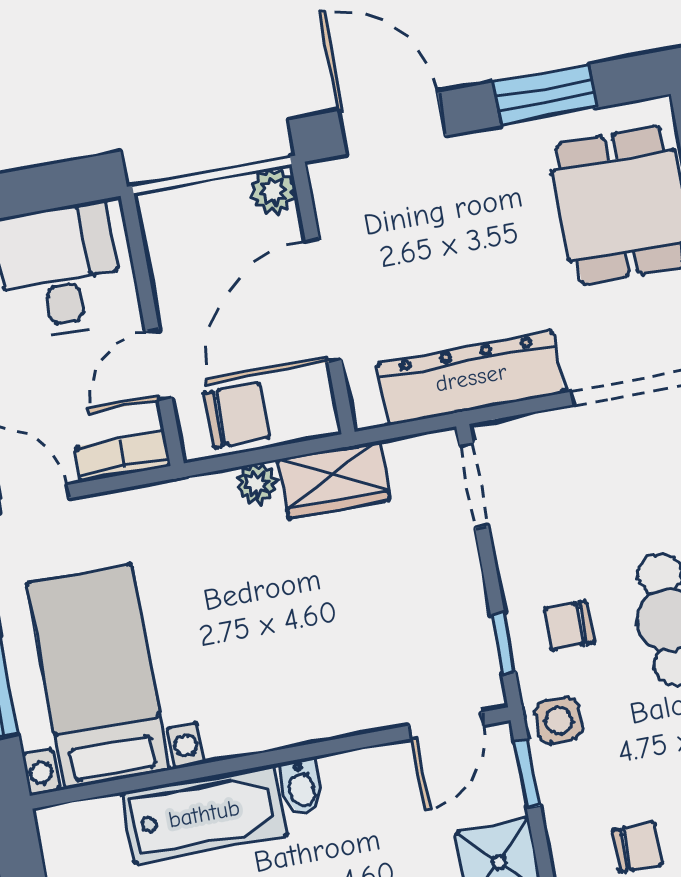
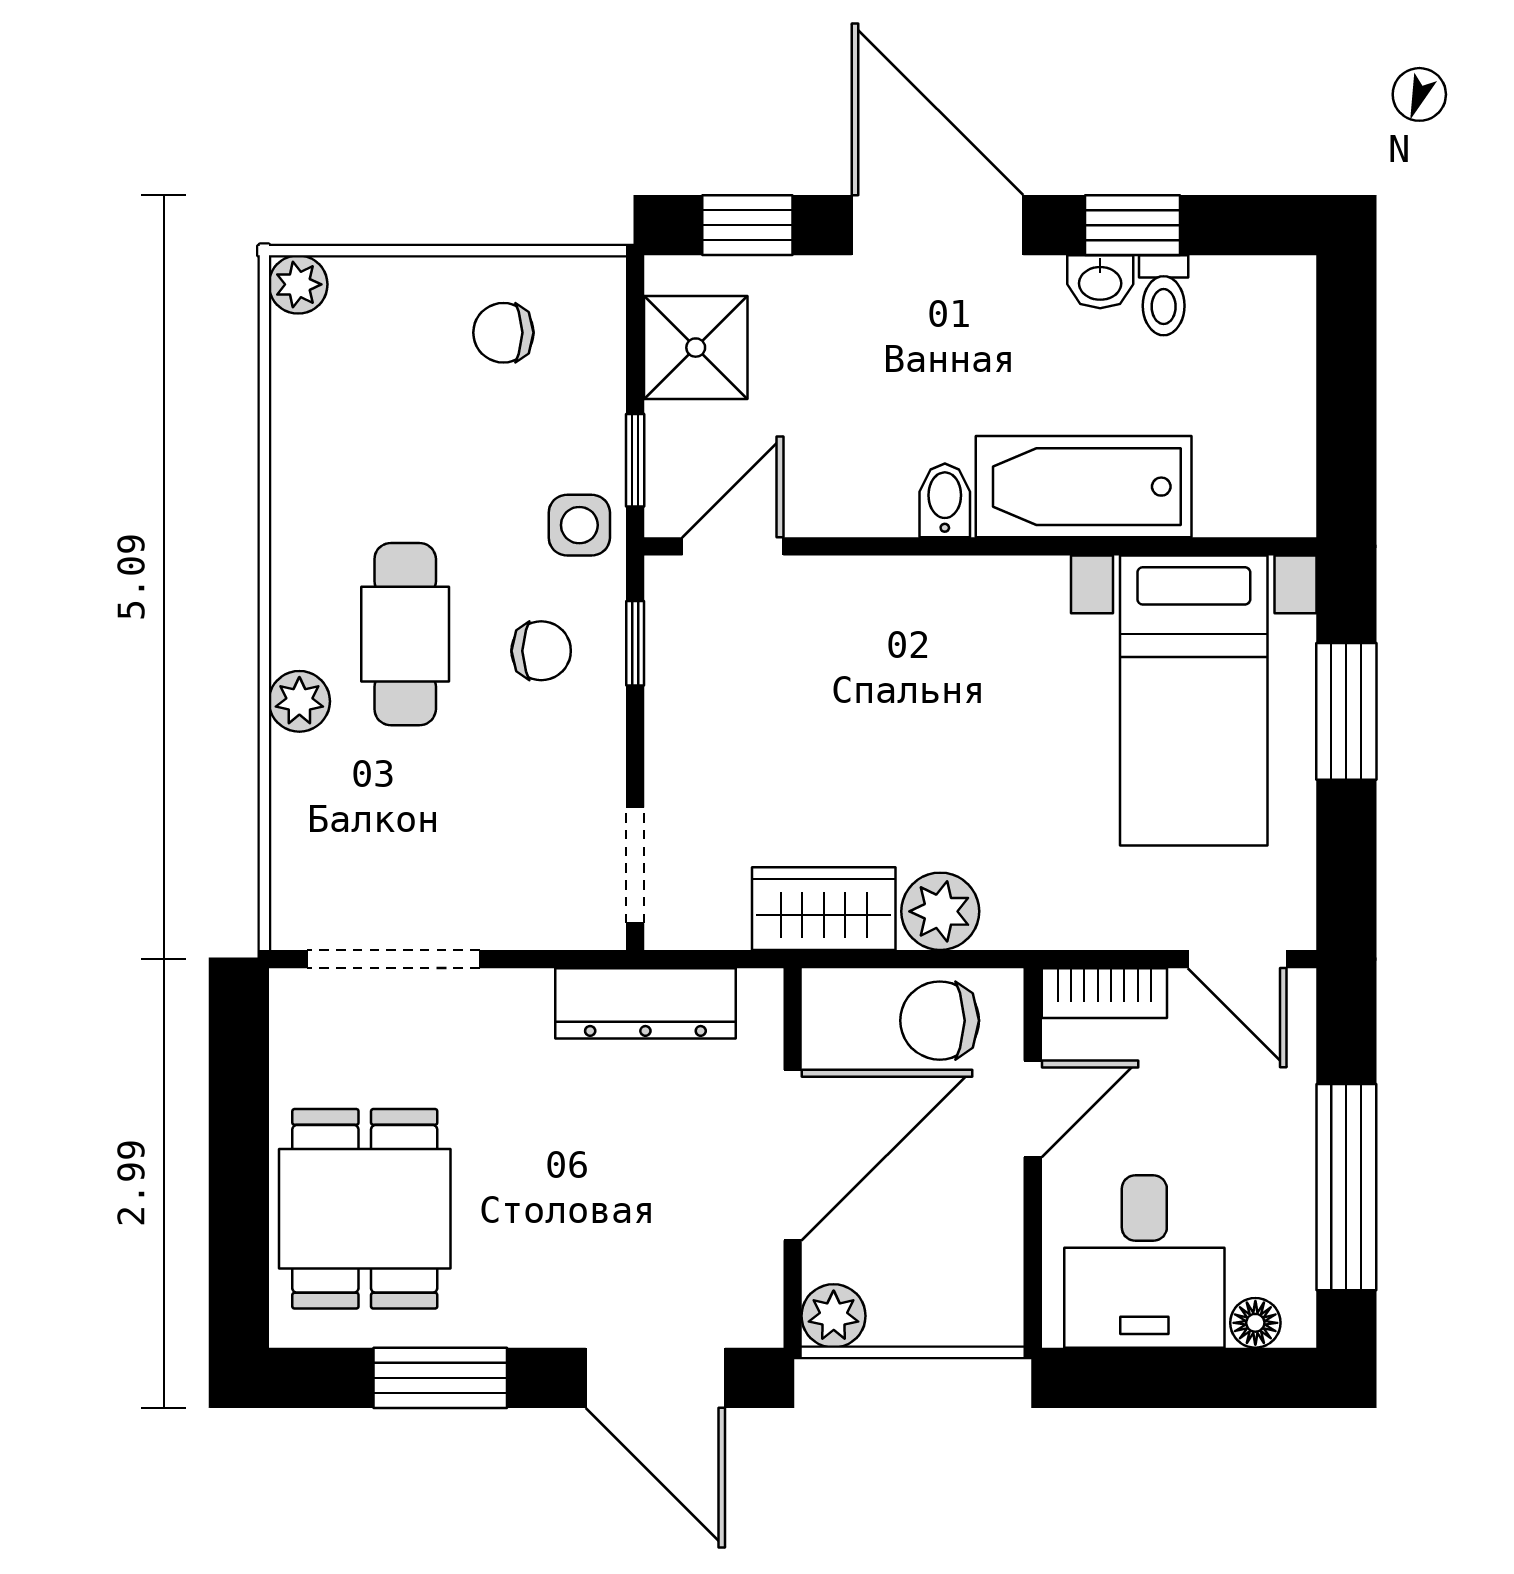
dresser: (471, 378) -> (645, 1003), width x0.73, depth x0.80
plant: (257, 484) -> (940, 911), width x1.38, depth x1.38

